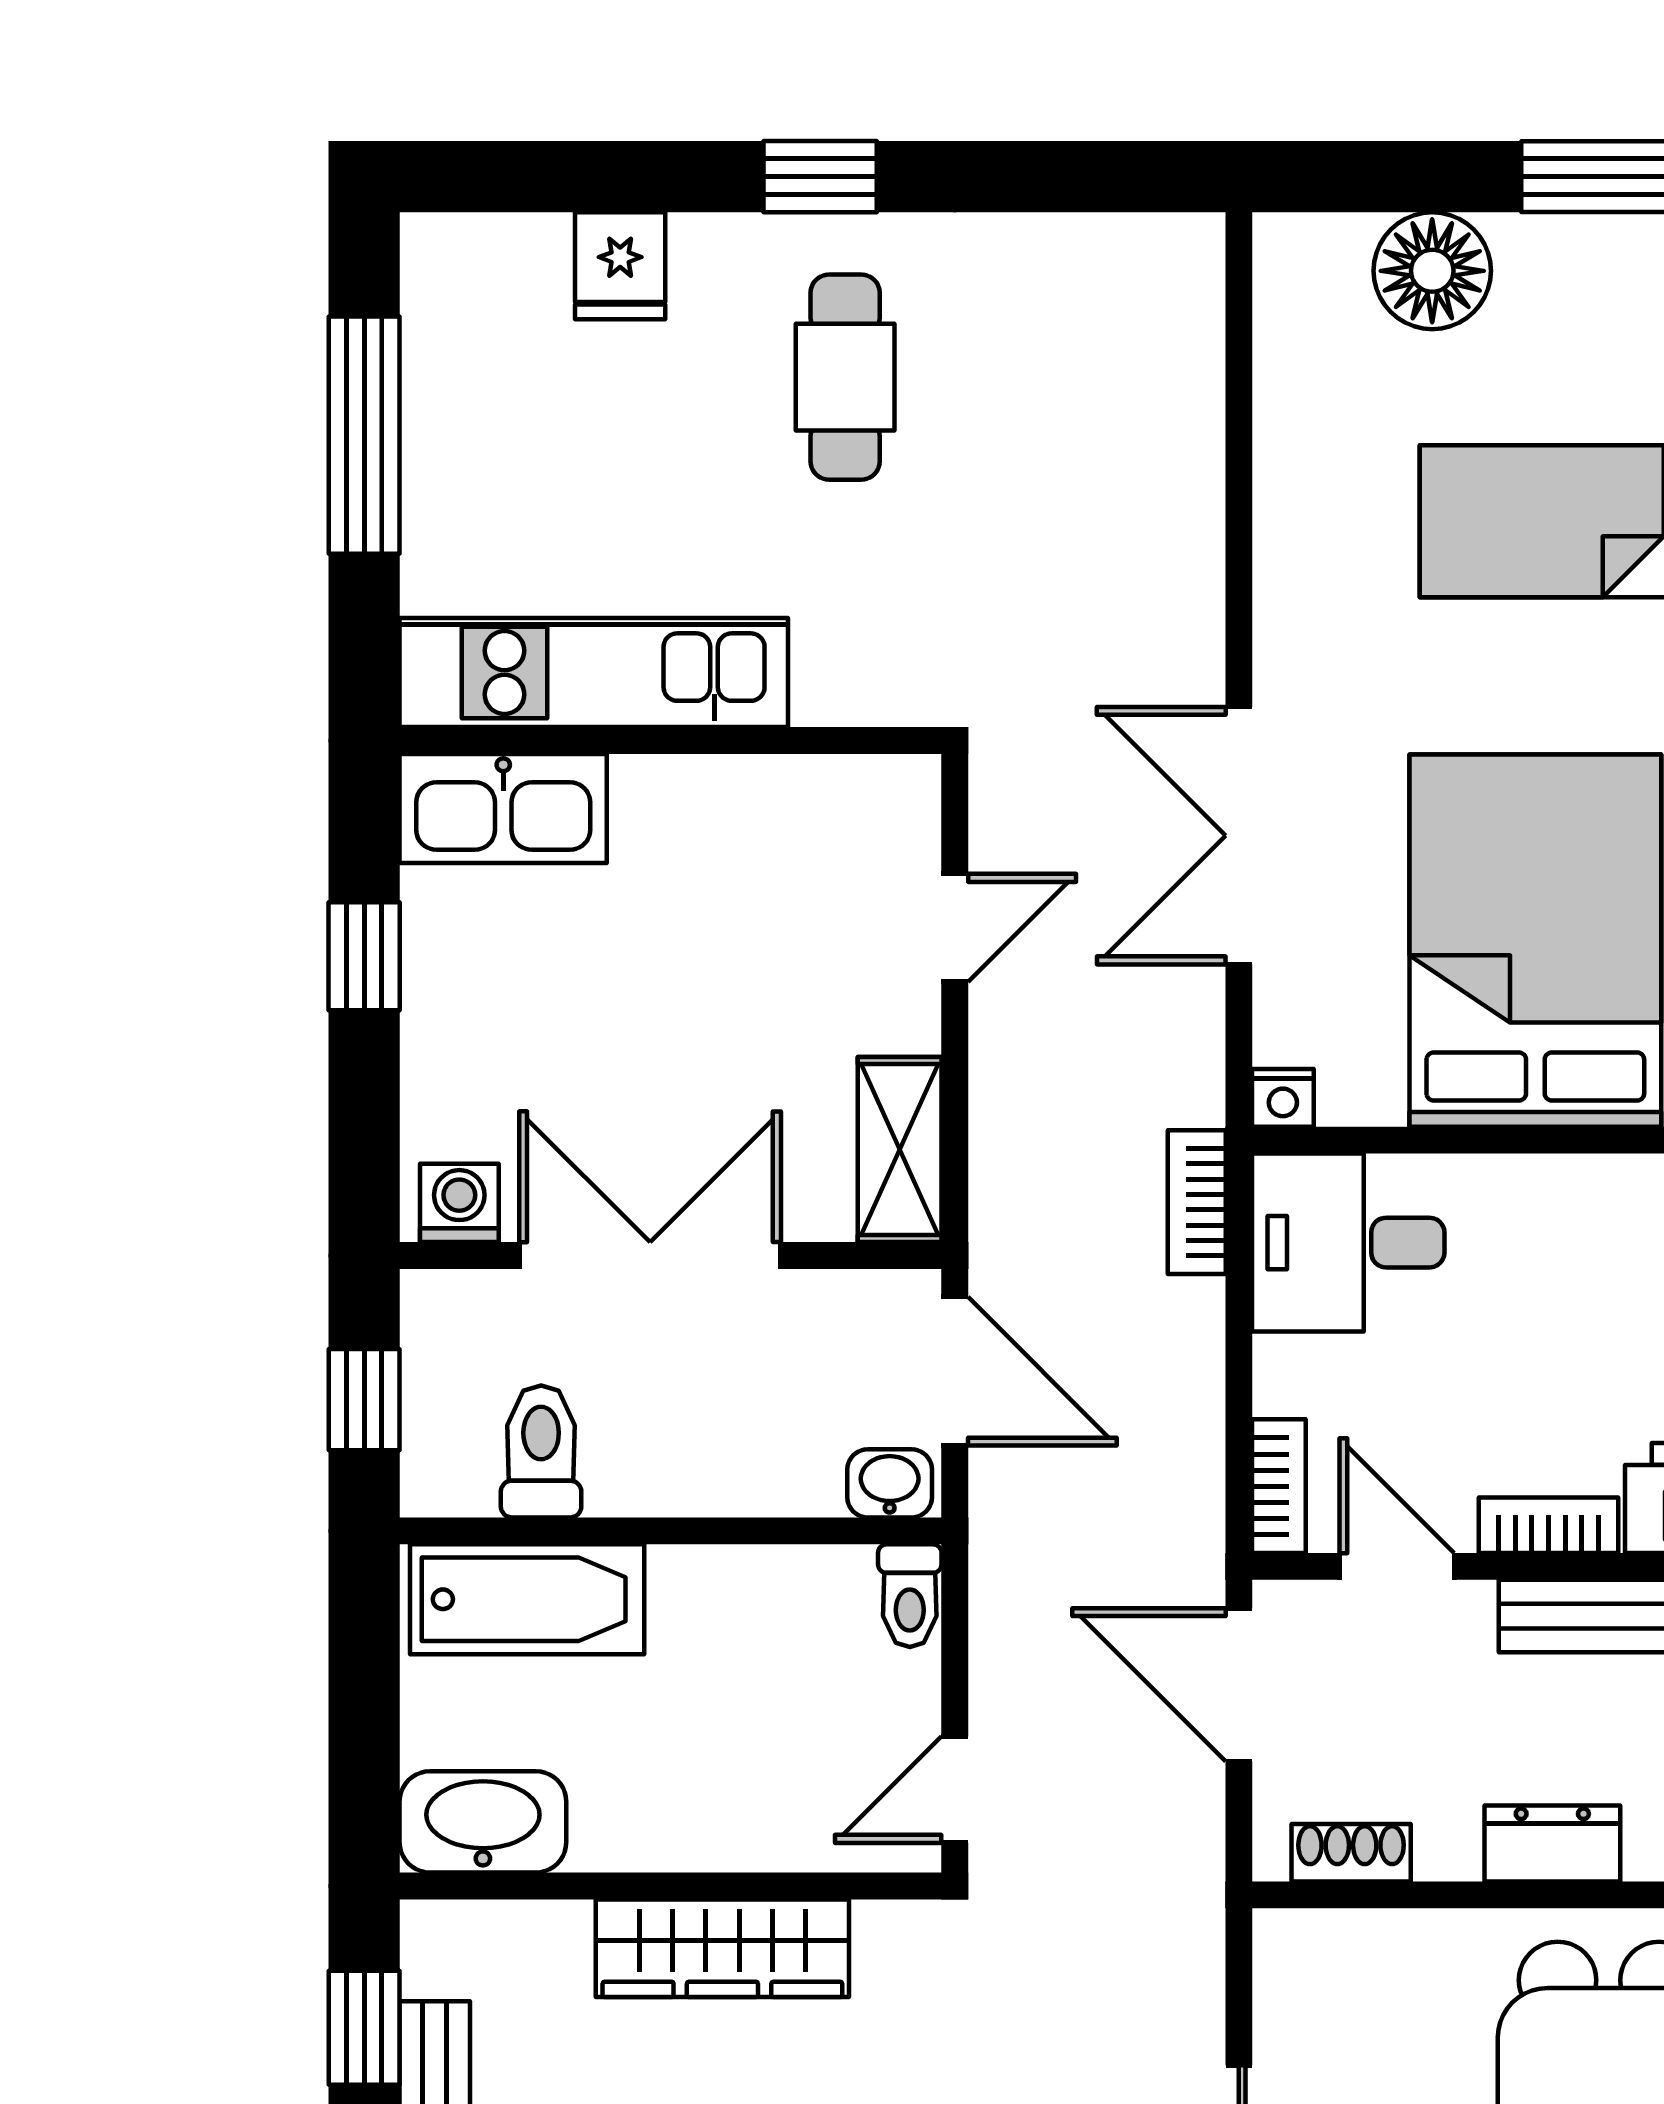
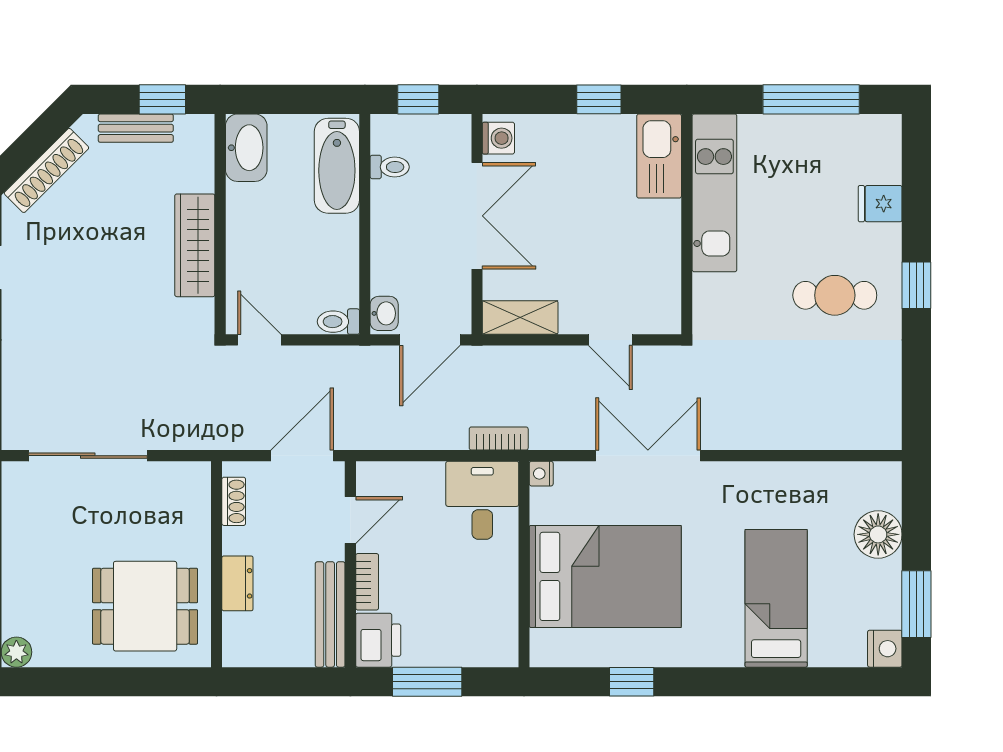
toilet: (541, 1451) -> (390, 167), width x0.73, depth x0.72
bookcase: (1279, 1486) -> (383, 472), removed

